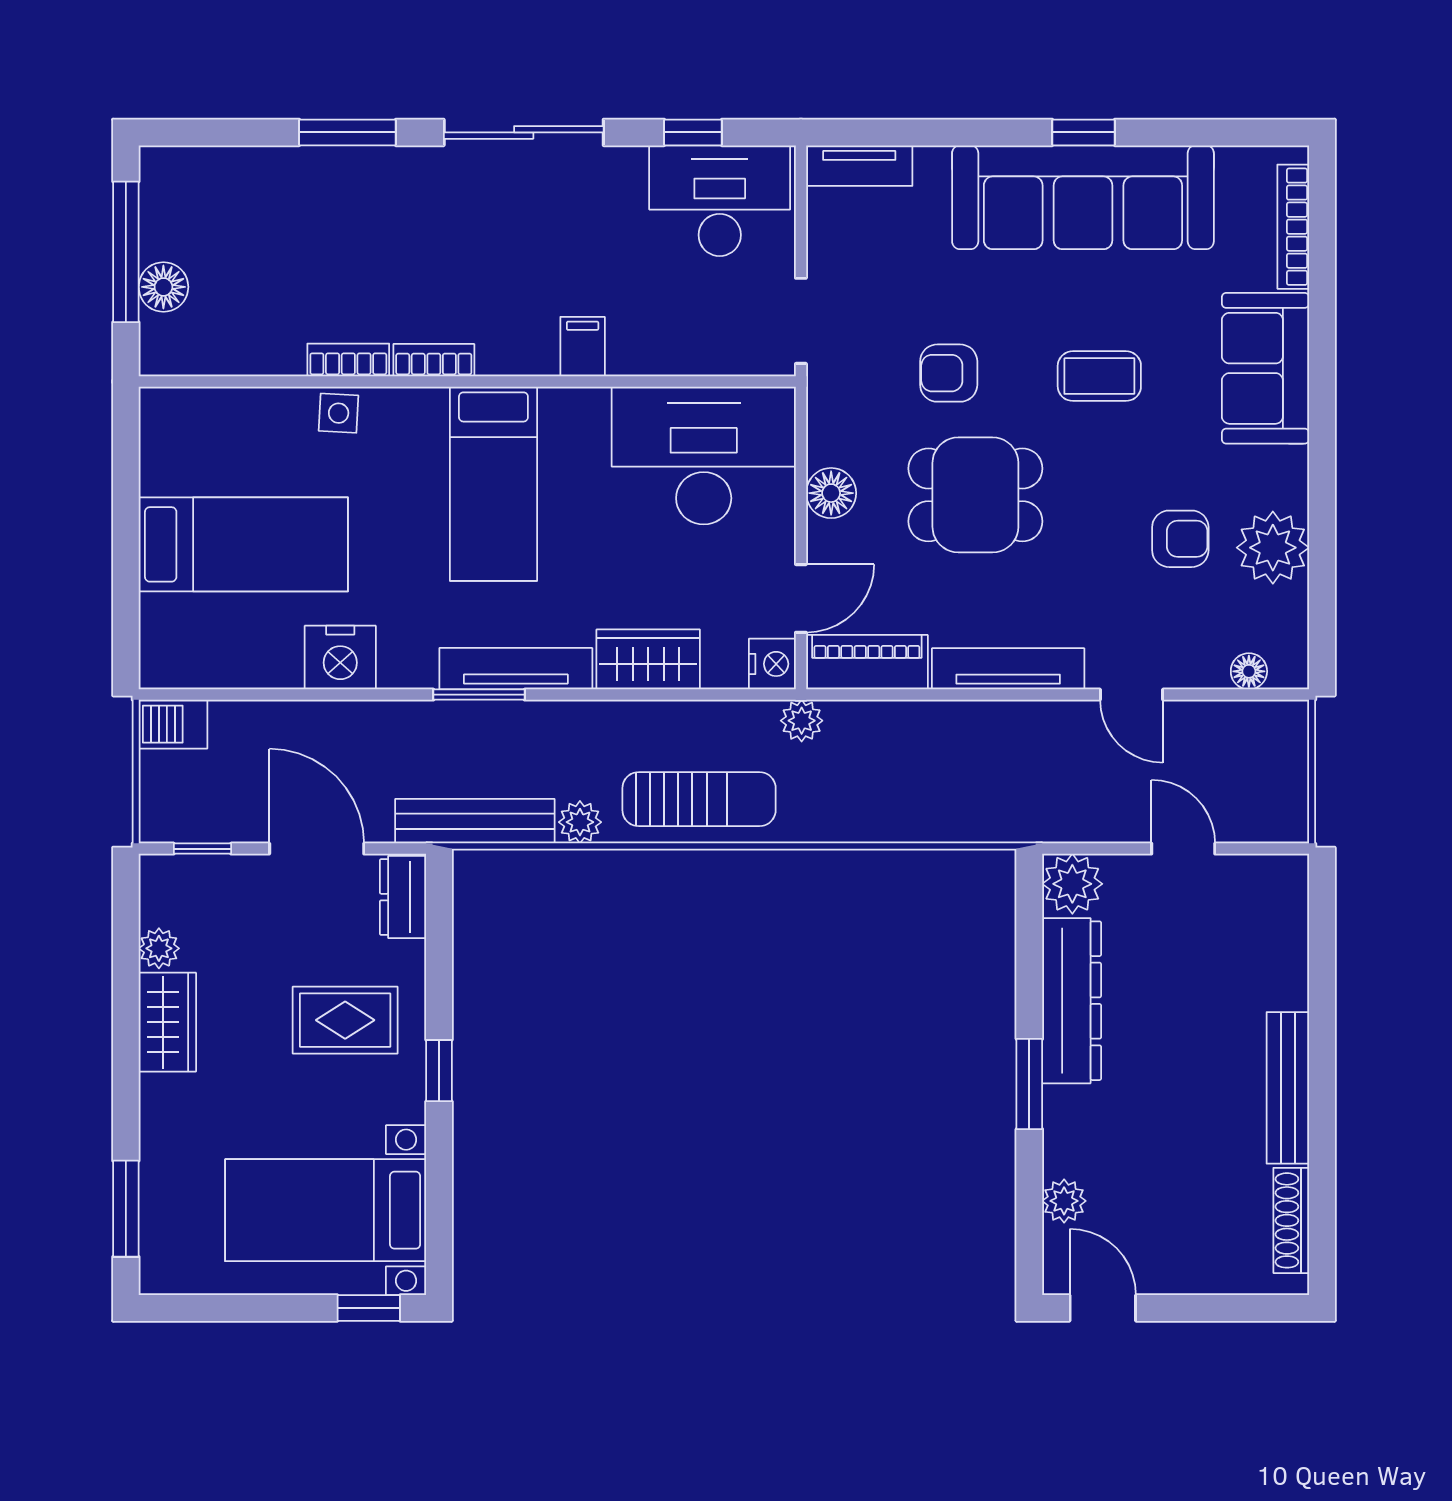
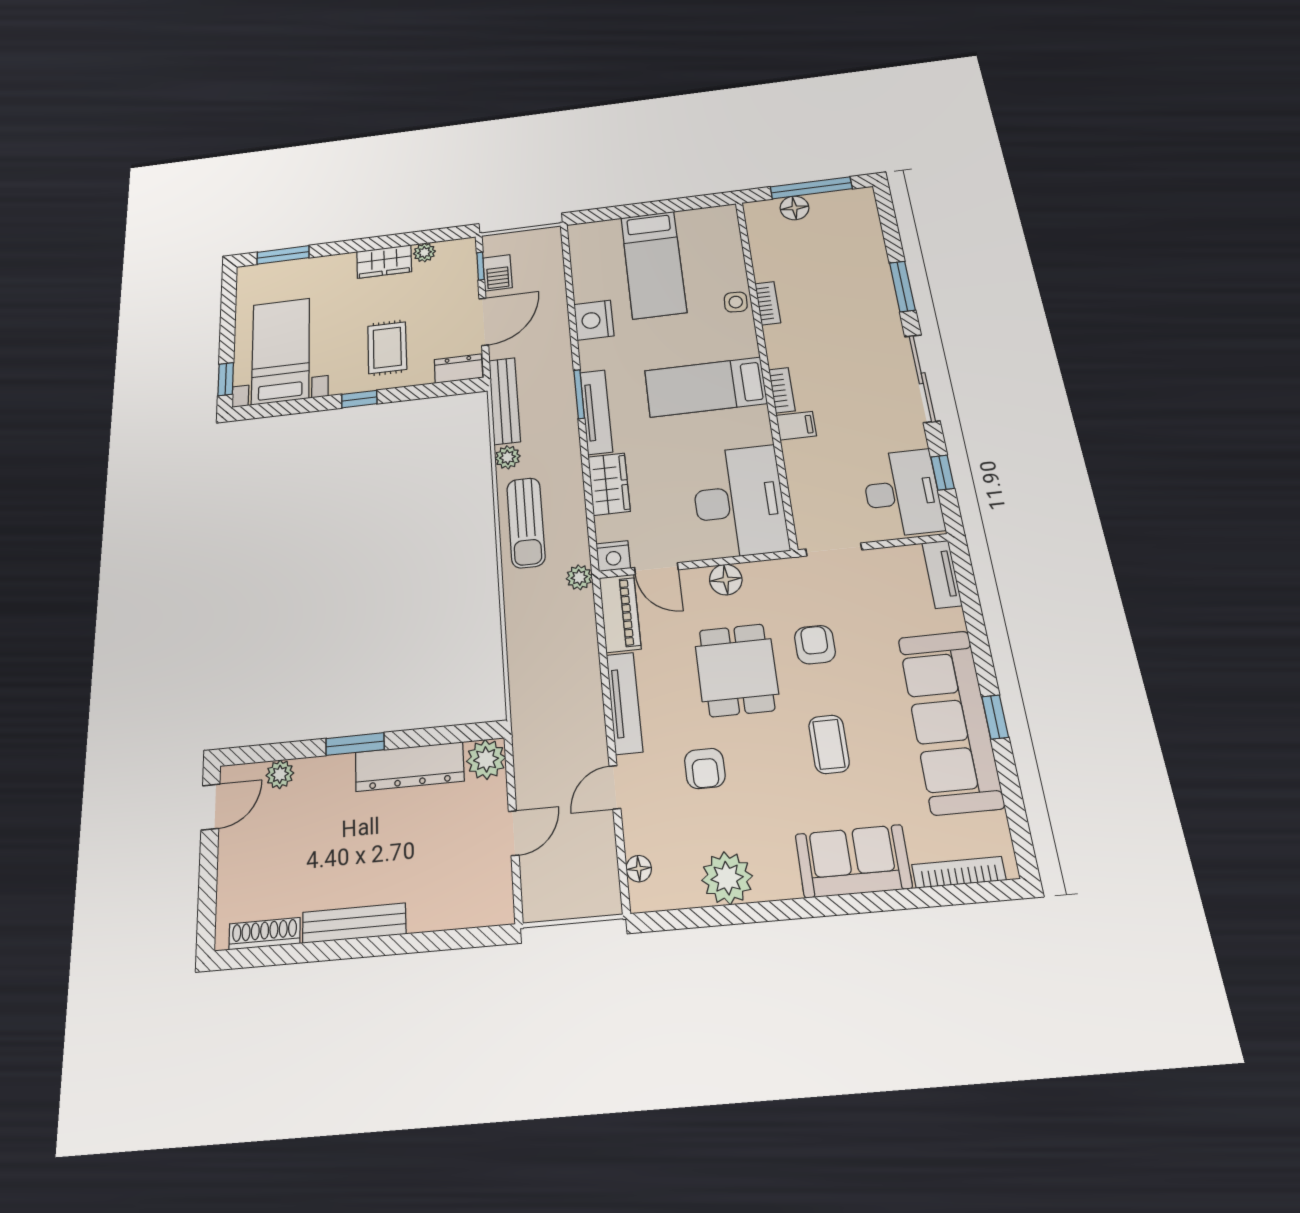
bookcase: (434, 360) -> (782, 390), moved
armchair: (1180, 539) -> (705, 768), moved
barbecue: (173, 724) -> (497, 273), moved, turned 180

